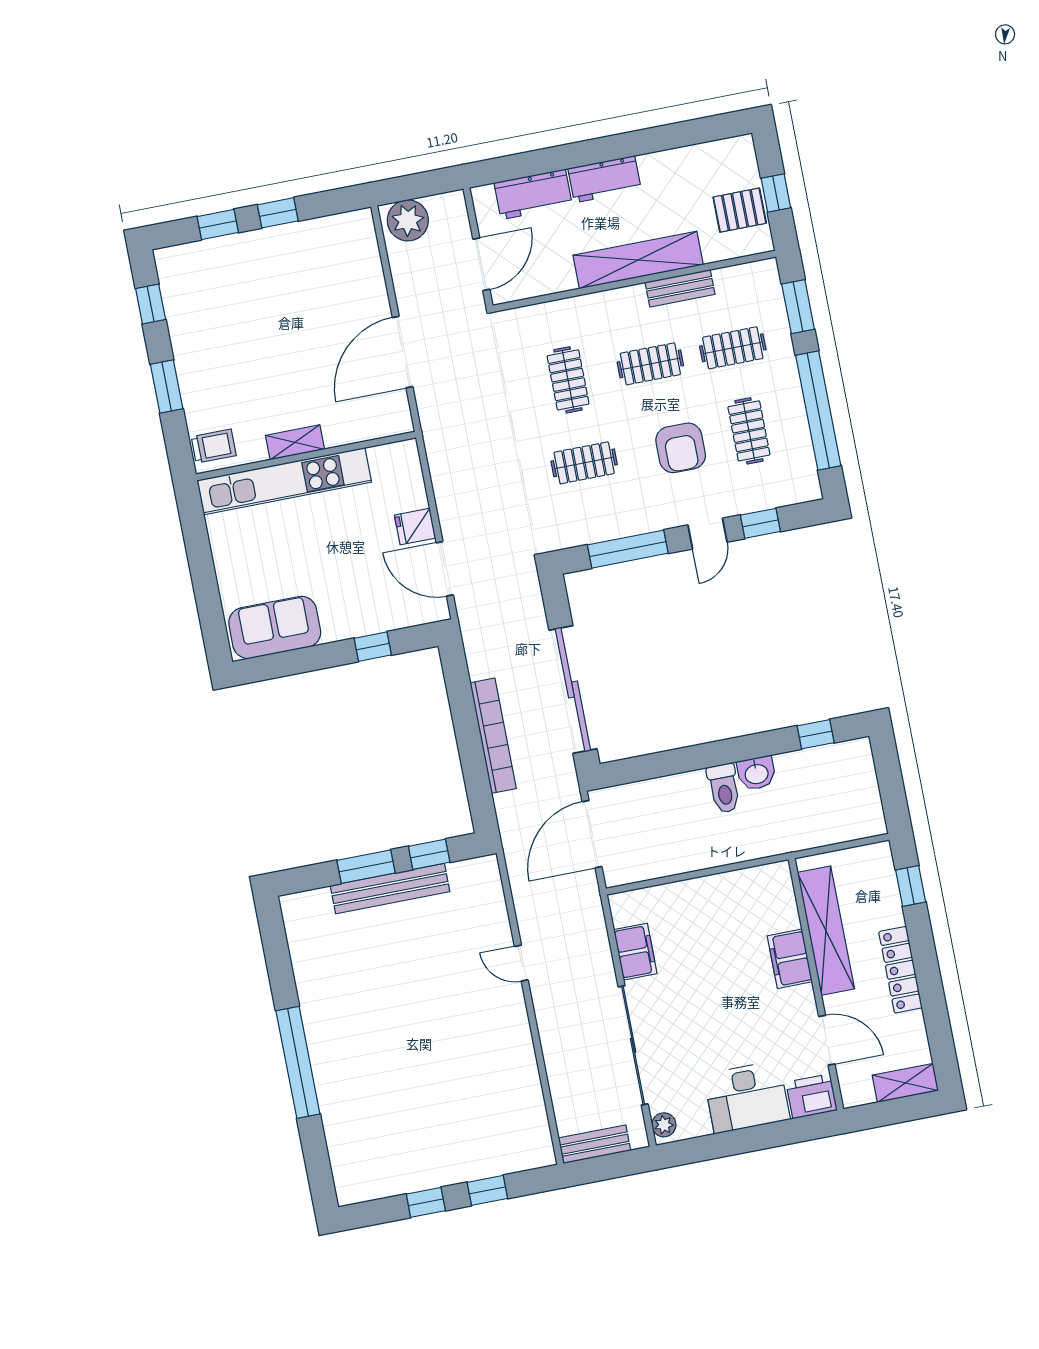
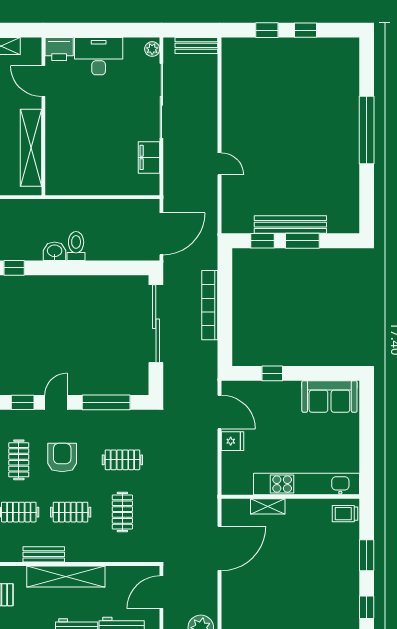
shelving: (295, 442) -> (268, 506), moved
filing cabinet: (790, 959) -> (56, 135), removed

